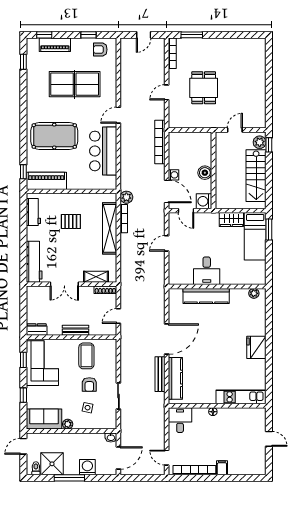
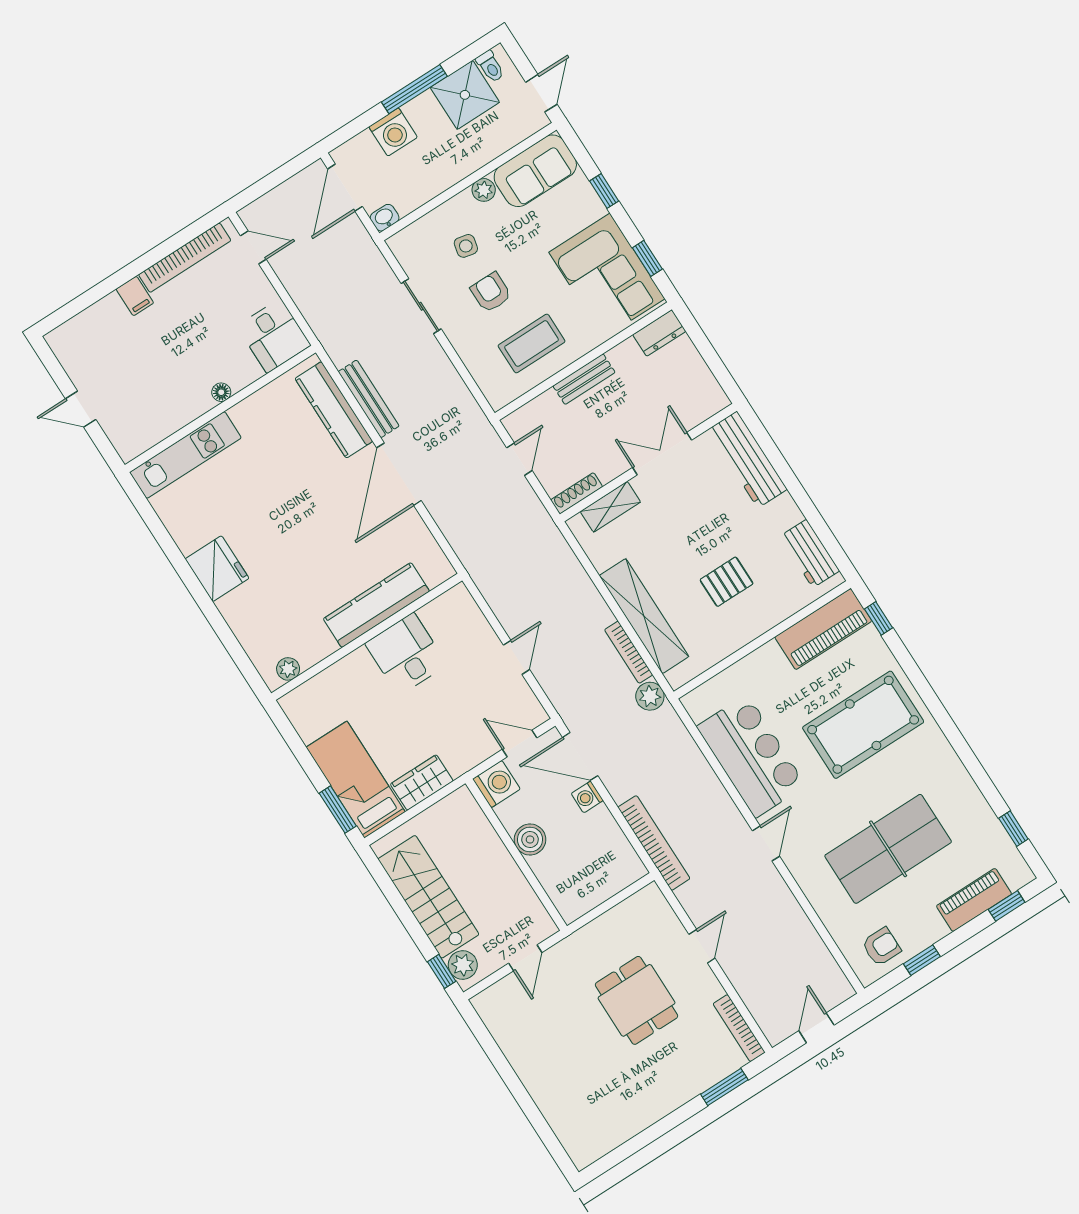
coffee table: (86, 356) -> (532, 343), turned 90

